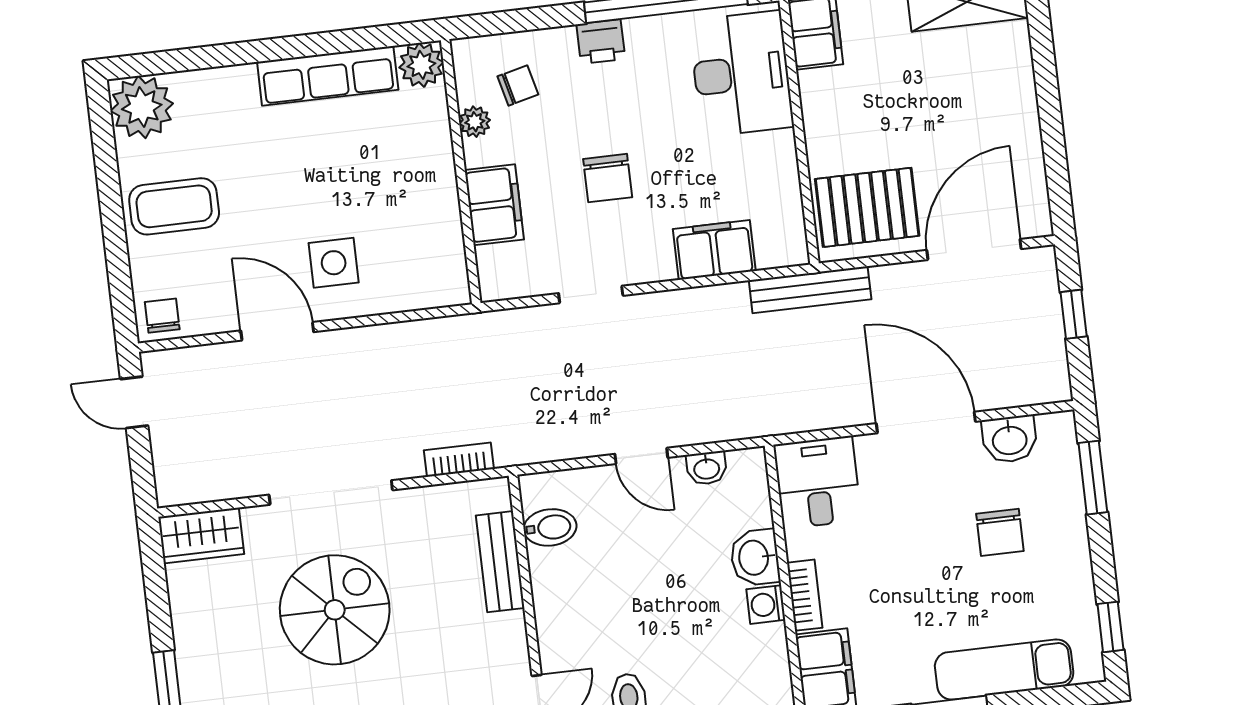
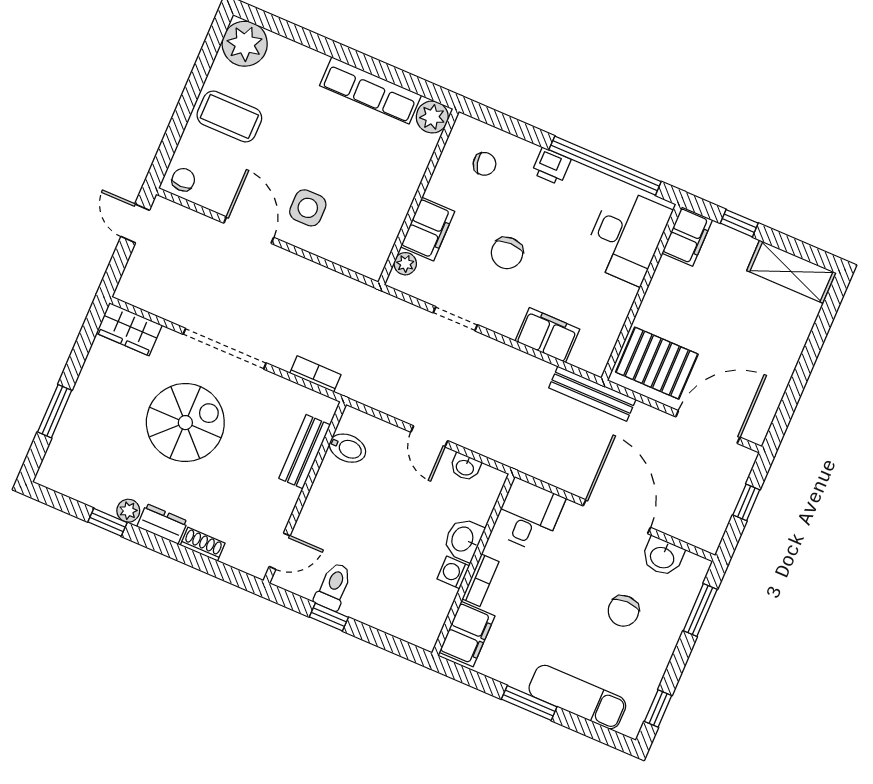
plant: (475, 122) -> (405, 264), moved

